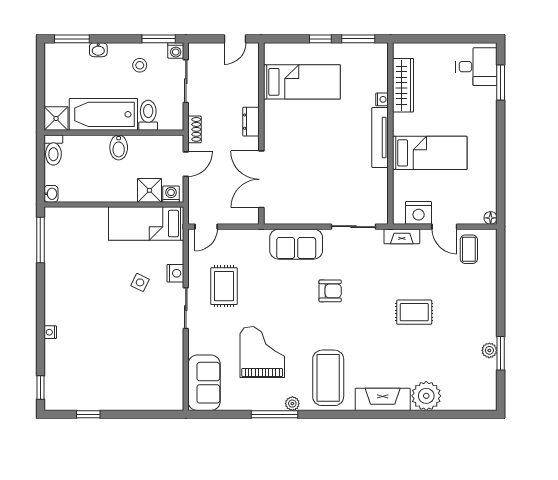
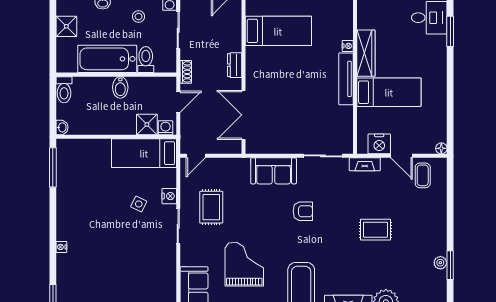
wardrobe: (403, 85) -> (366, 53), moved
shower: (56, 118) -> (66, 26), moved

